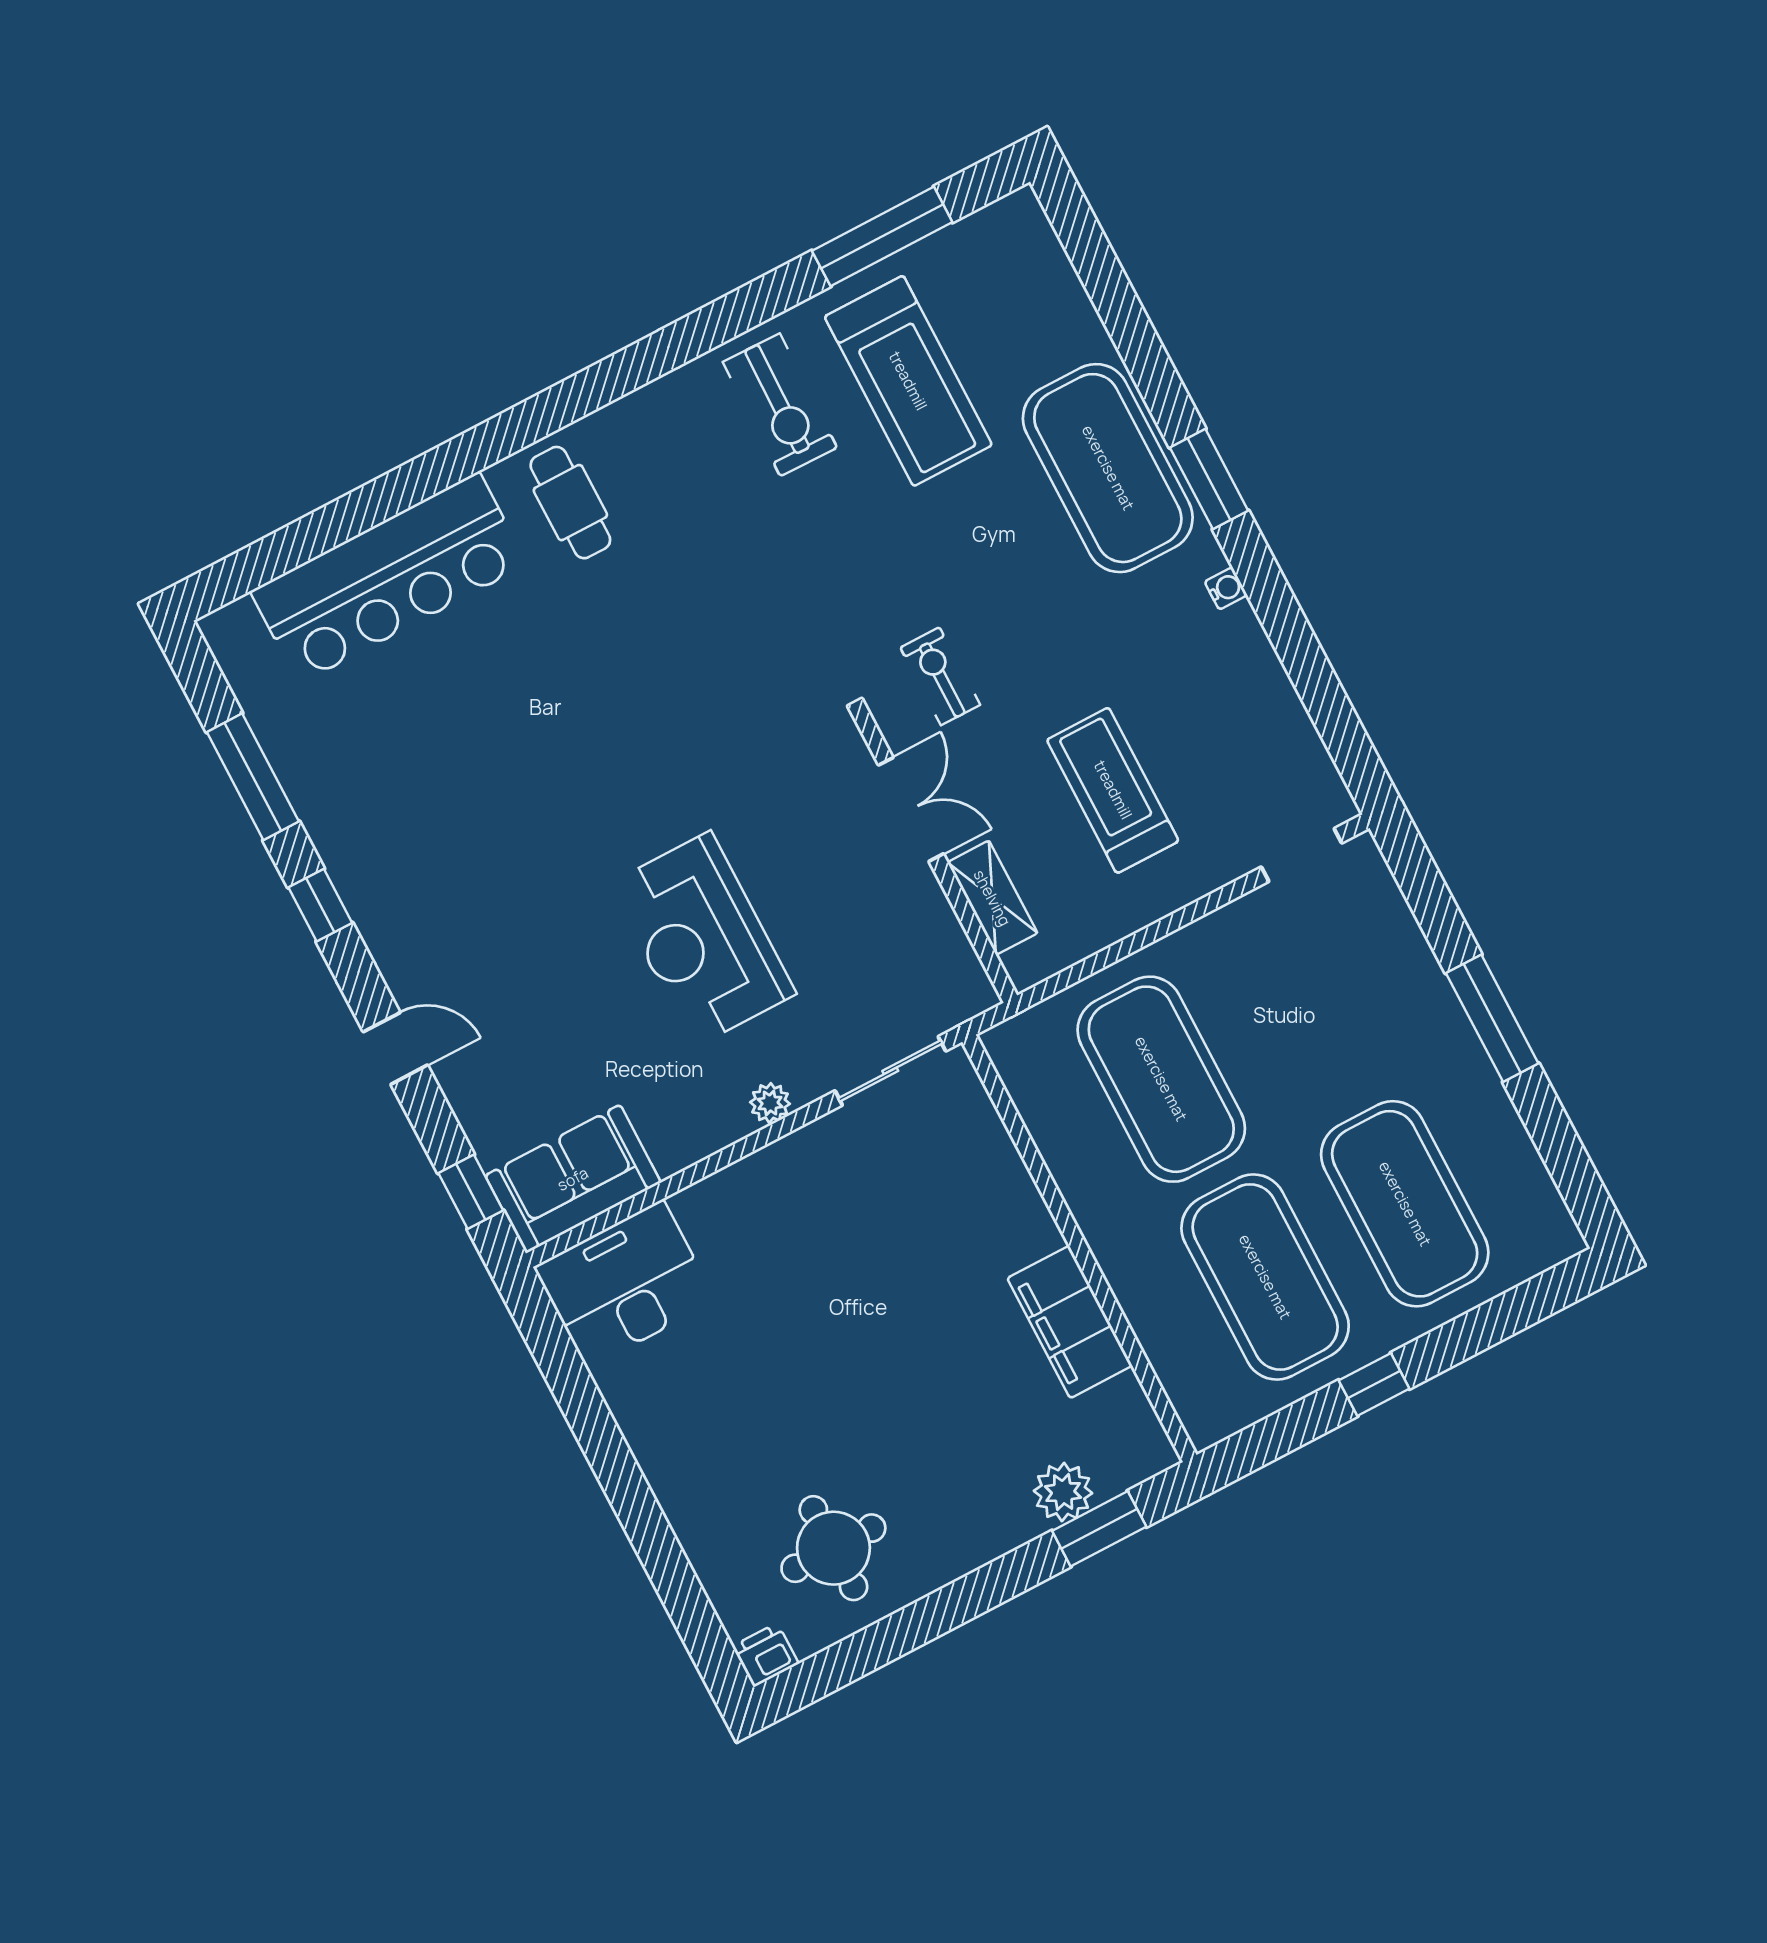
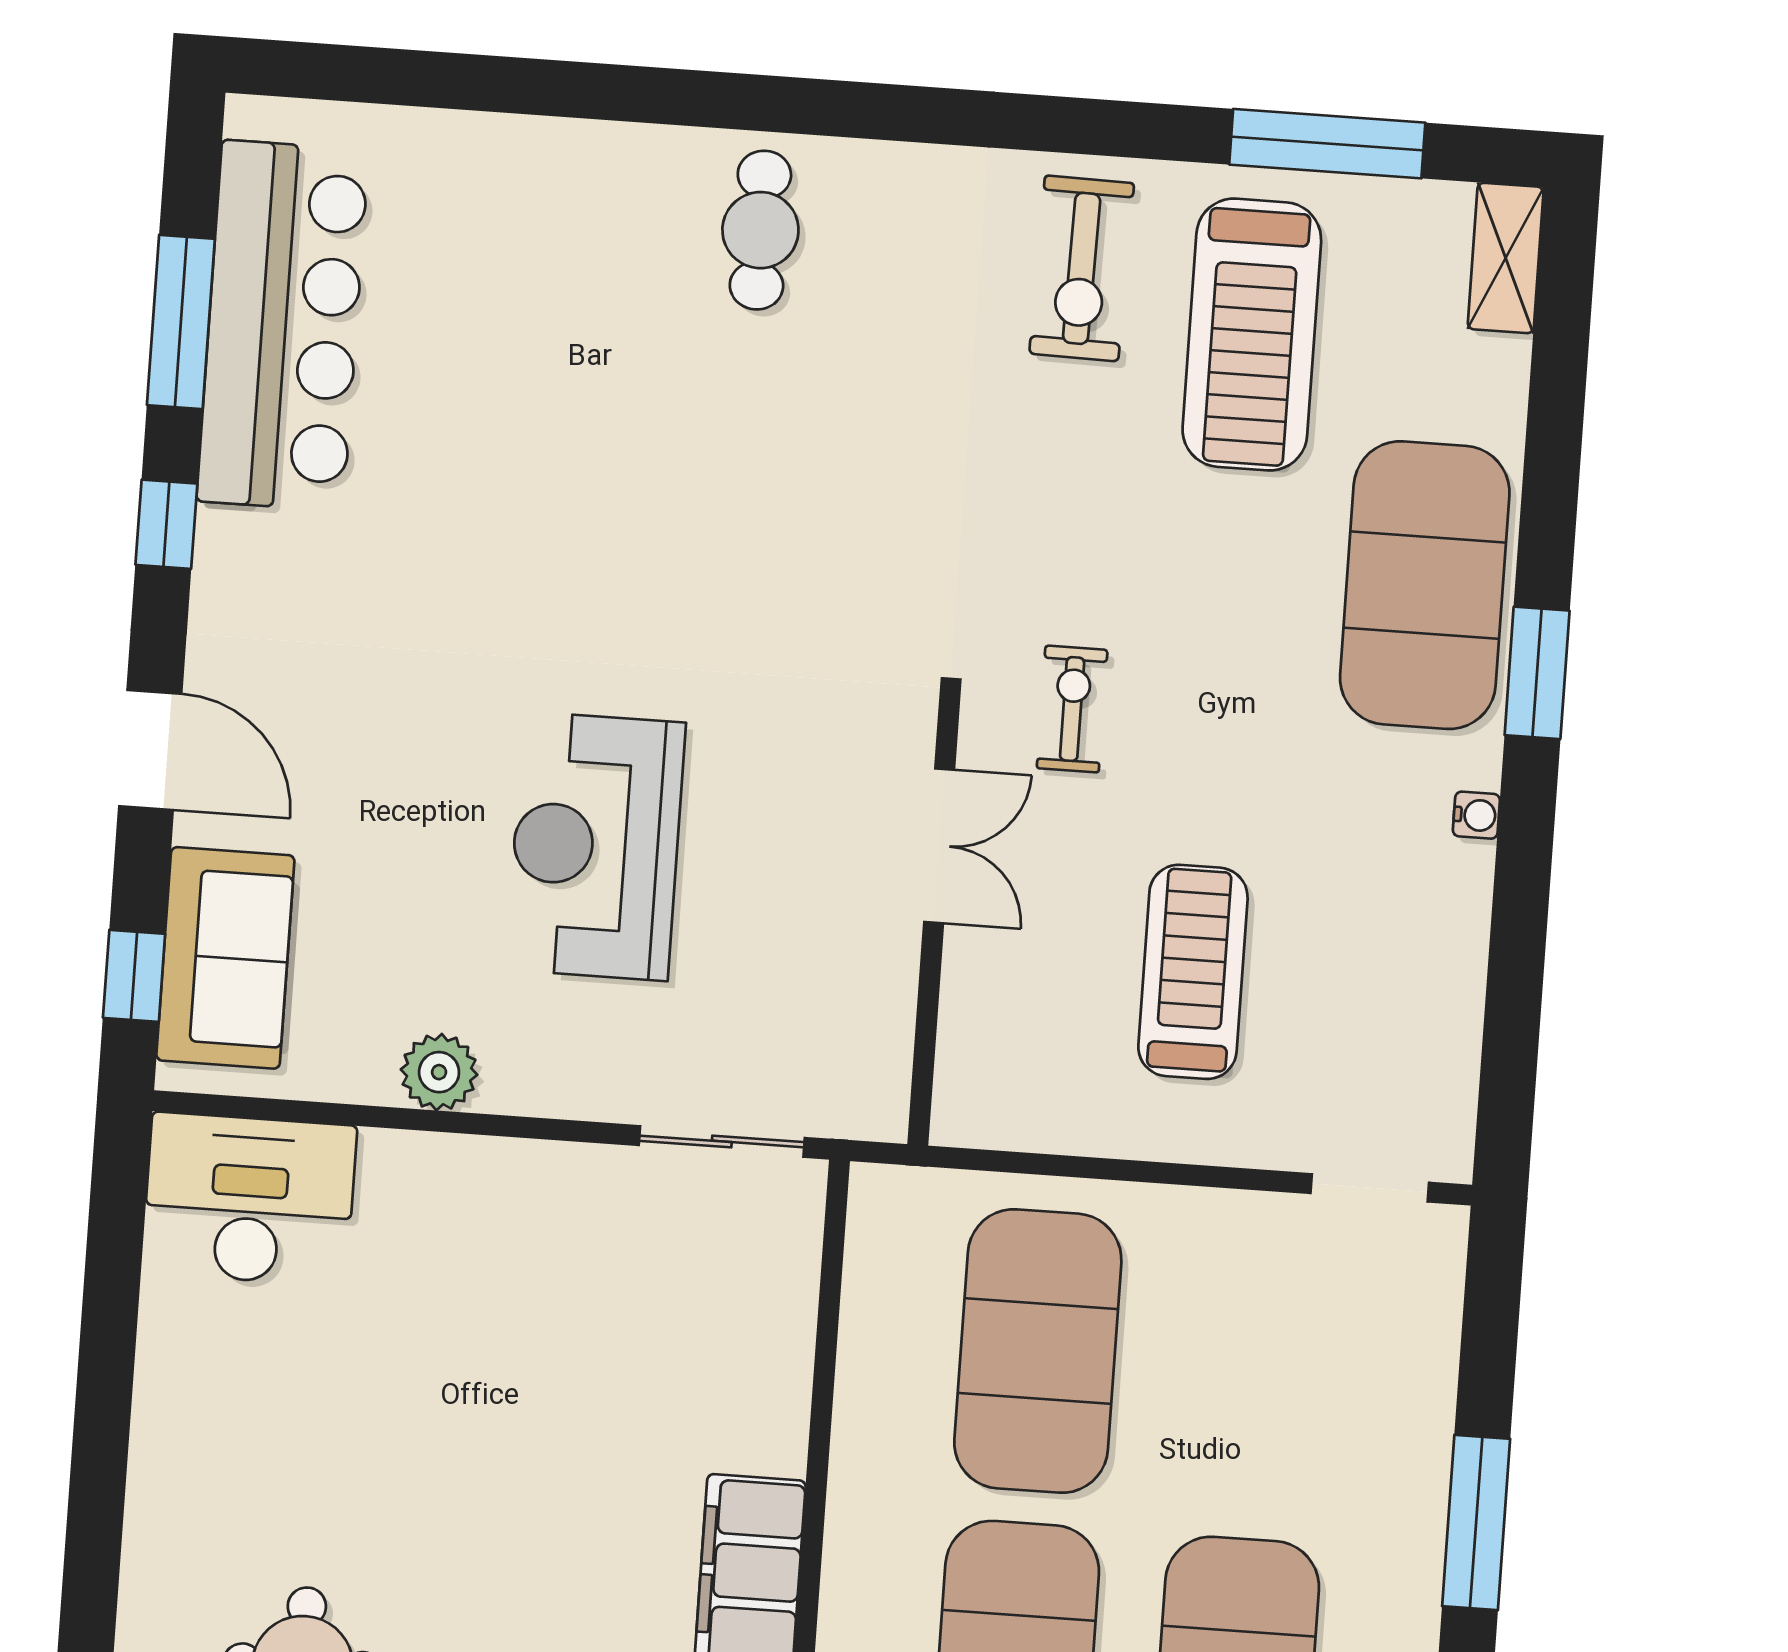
bar counter: (389, 578) -> (283, 326), moved, turned -90
shelving: (992, 898) -> (1506, 258), moved
door: (395, 1048) -> (150, 750), width x1.38
plant: (770, 1103) -> (439, 1072), moved, width x1.38, depth x1.38
sofa: (573, 1179) -> (225, 958), moved, turned 90

